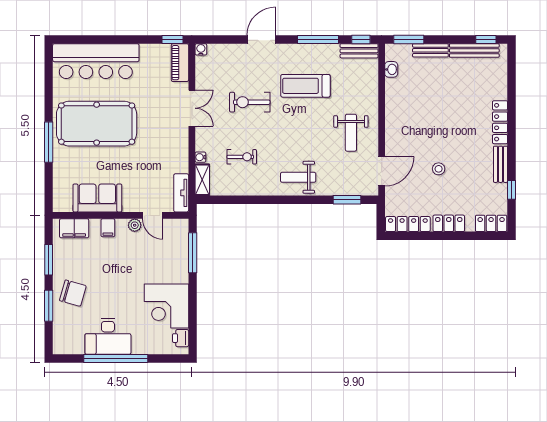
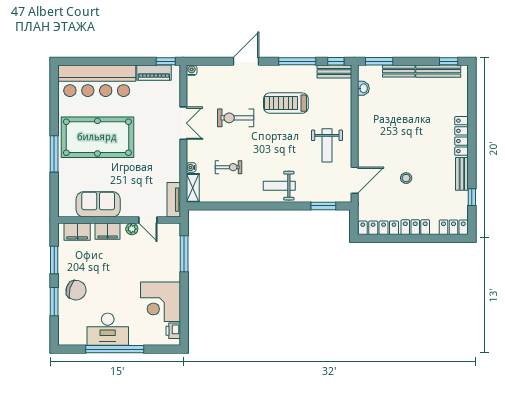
piano: (180, 63) -> (154, 73), moved, turned -90
filing cabinet: (108, 228) -> (108, 231), width x2.00

